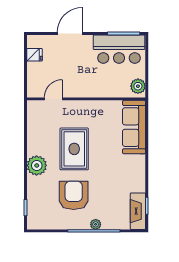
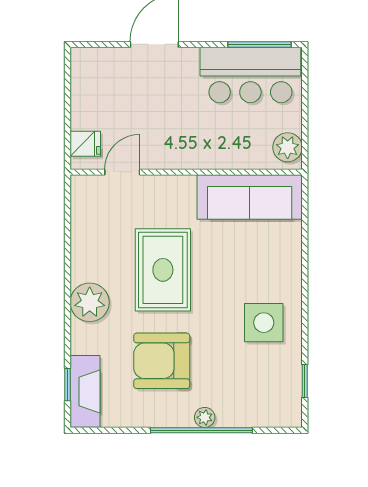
fridge: (34, 55) -> (85, 144), moved
sofa: (134, 127) -> (250, 197), moved, turned -90
side table: (126, 176) -> (264, 323), added
armchair: (74, 195) -> (162, 361), turned -90
fireplace: (138, 211) -> (85, 391), moved, turned 180

